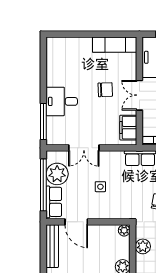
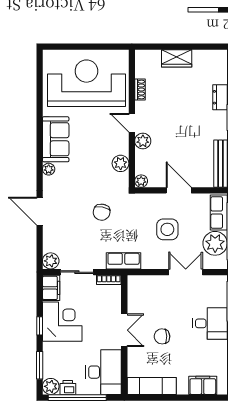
filing cabinet: (128, 128) -> (203, 385), moved, turned -90
side table: (100, 187) -> (167, 229), width x1.87, depth x1.87
door: (76, 222) -> (179, 190), moved

